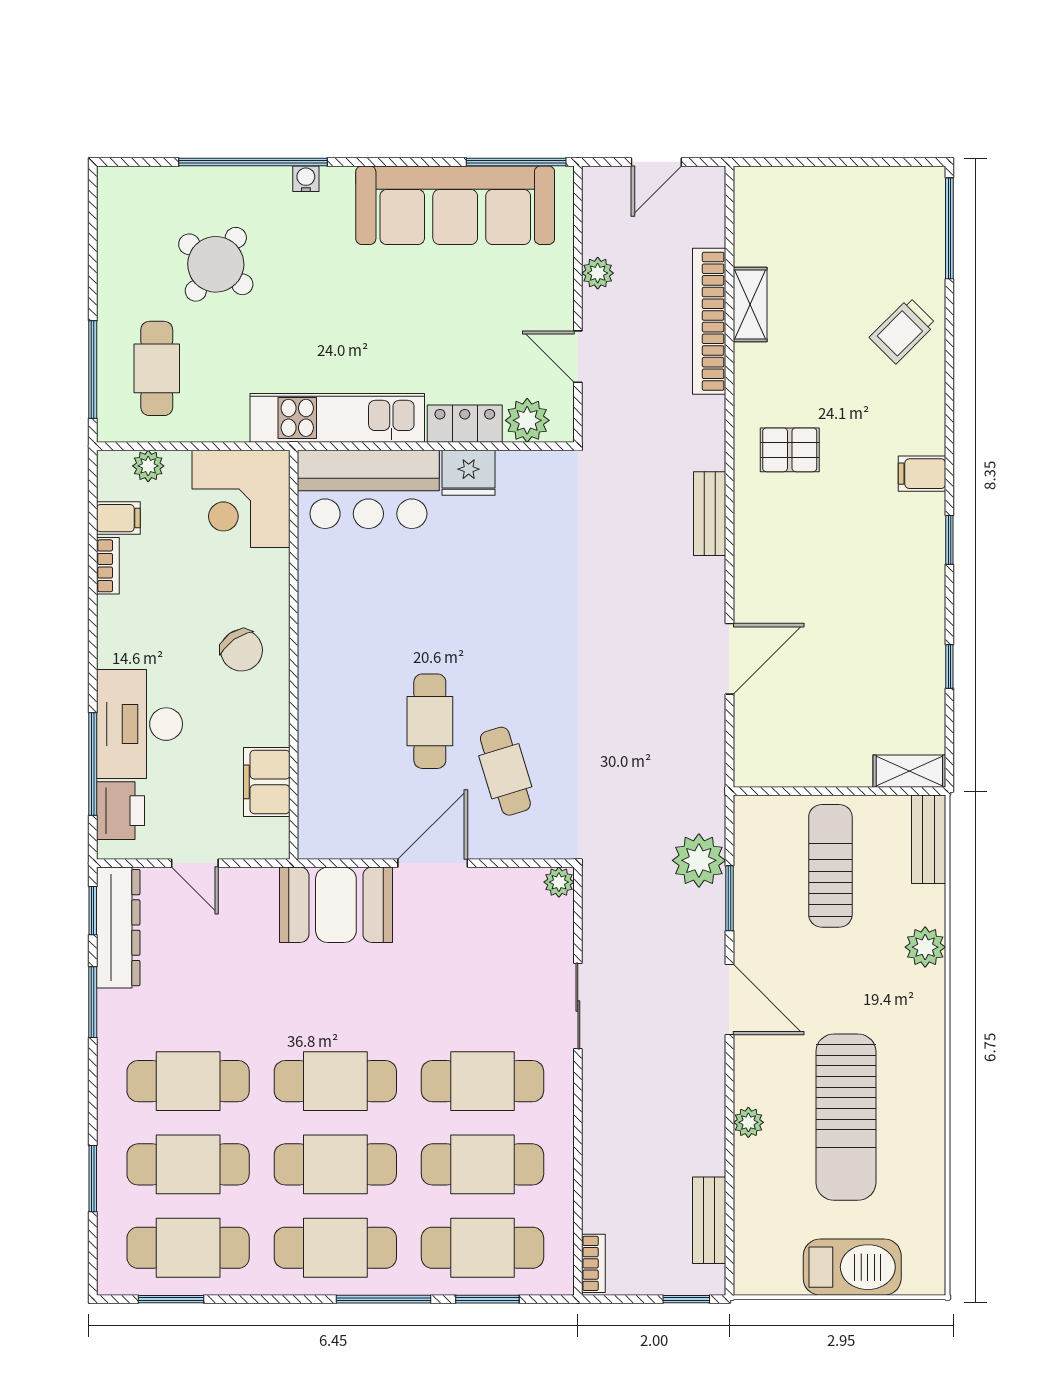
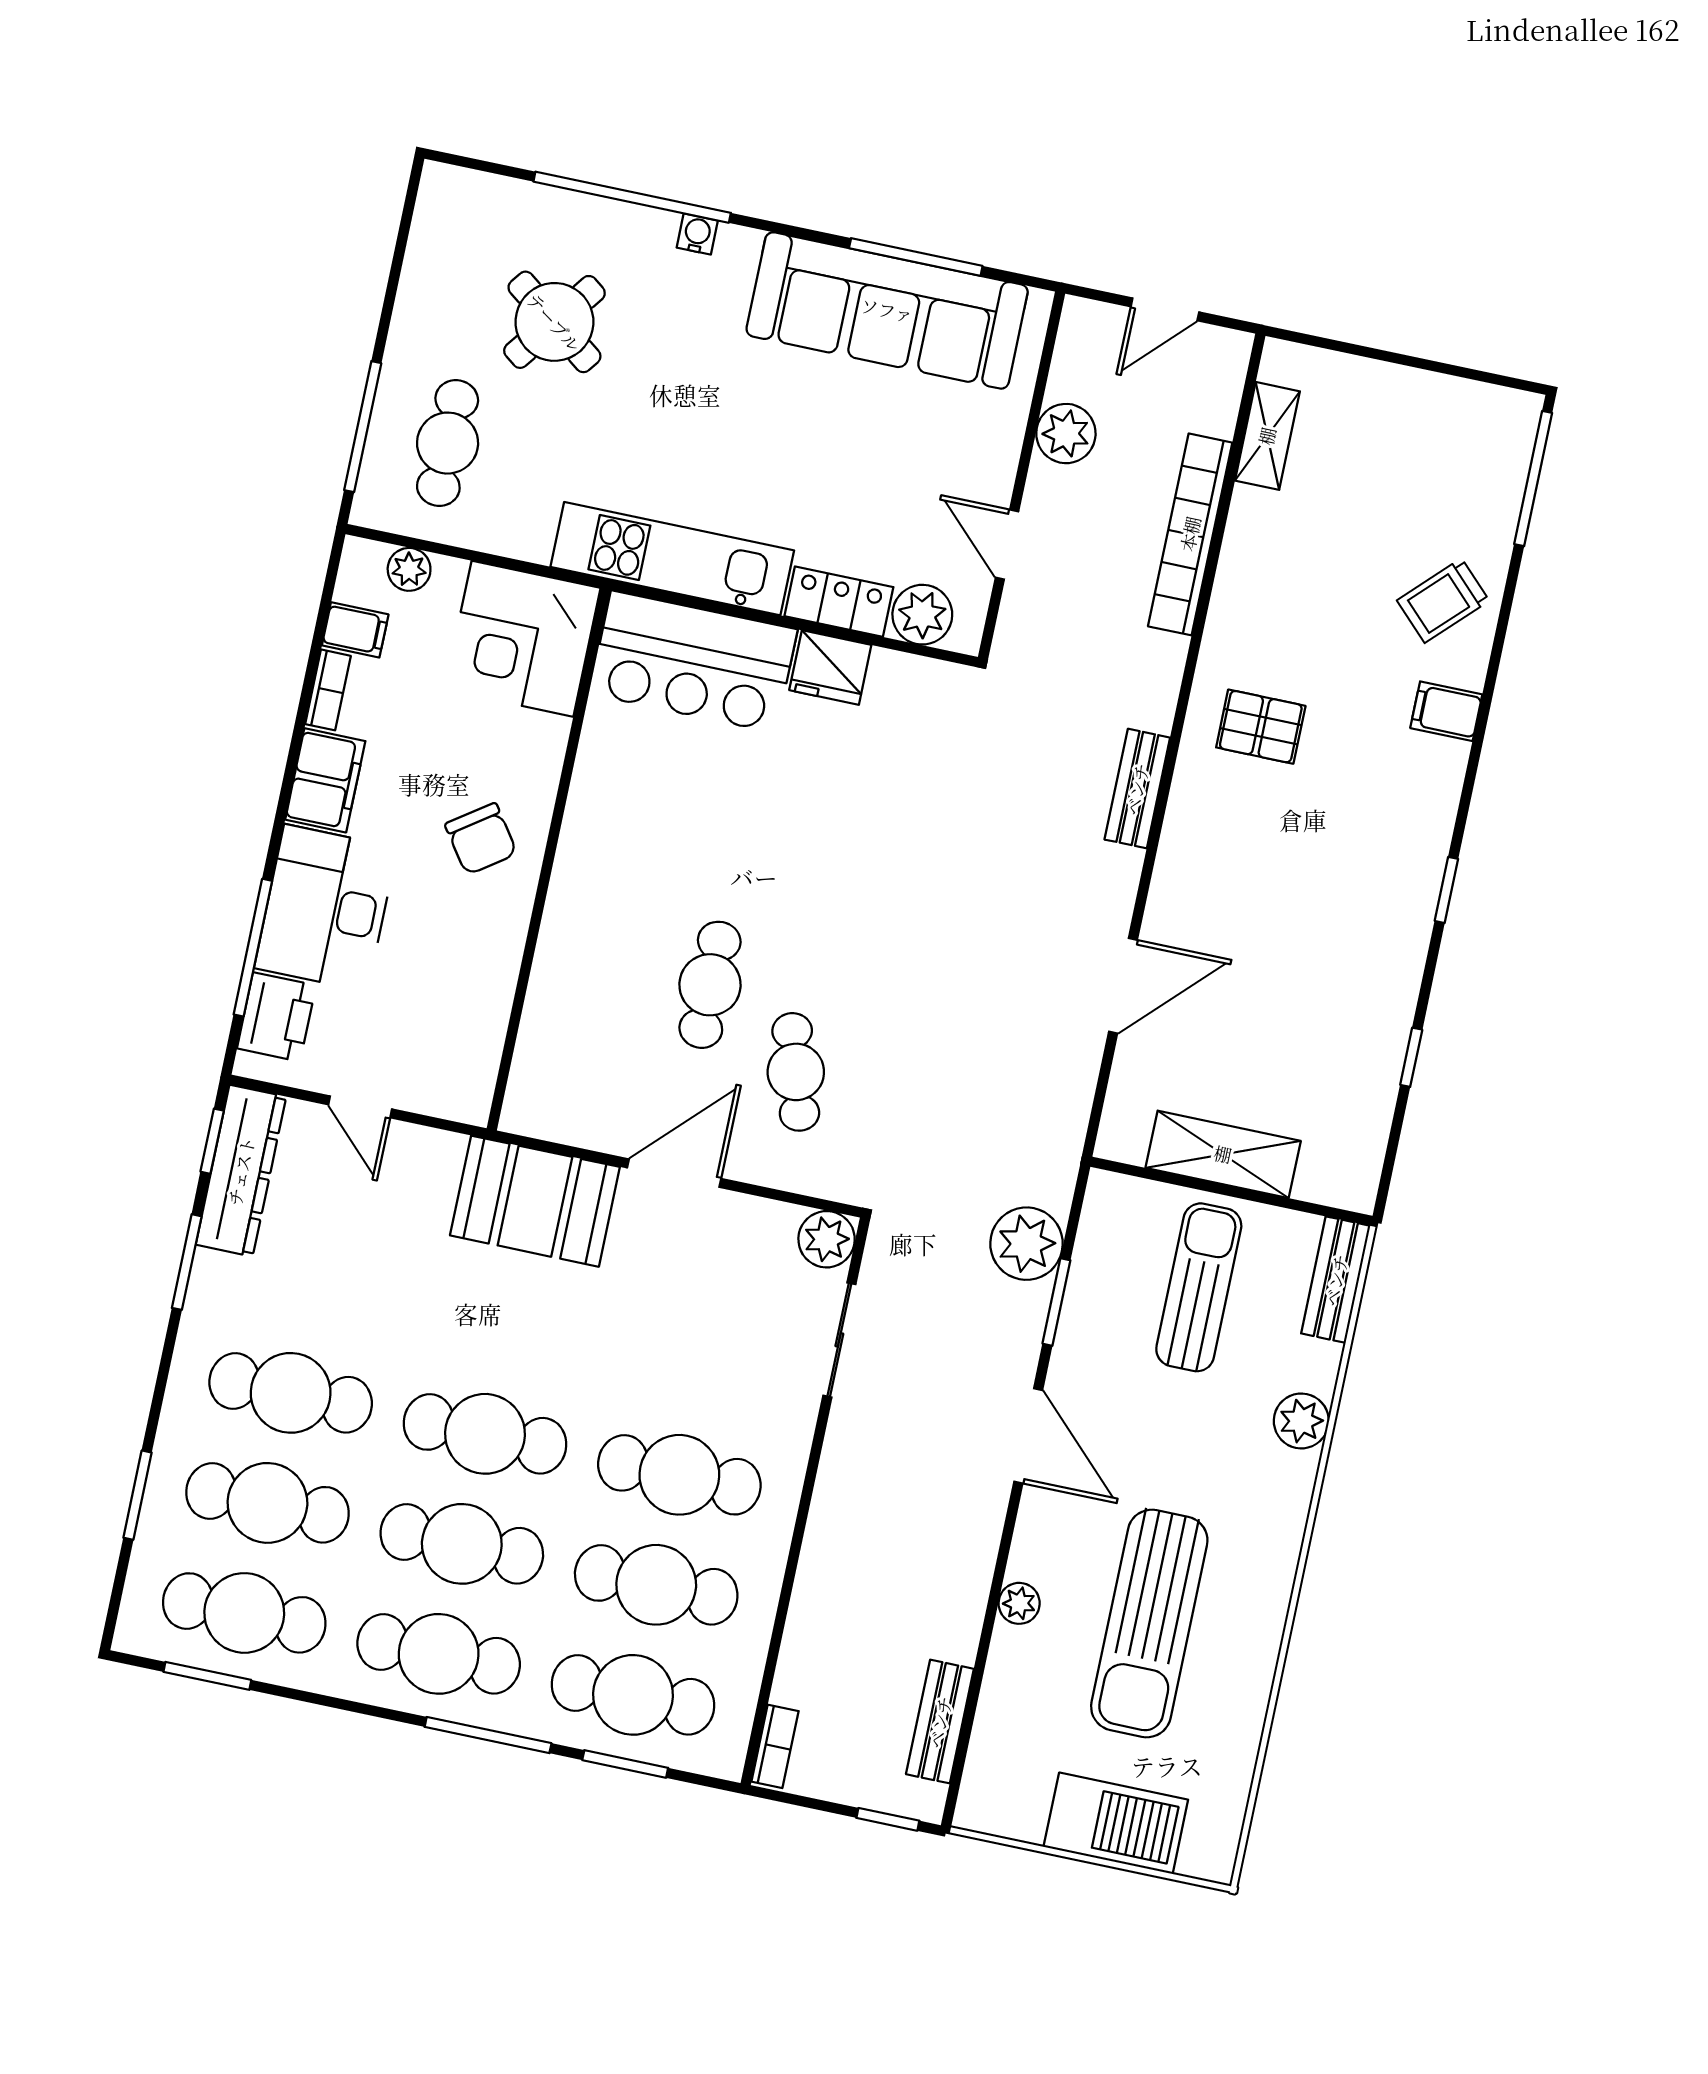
window: (516, 162) -> (916, 257), moved
plant: (598, 273) -> (1066, 434), width x1.38, depth x1.38
shelving: (750, 304) -> (1267, 436), moved
filing cabinet: (922, 474) -> (1446, 711), moved
shelving: (909, 771) -> (1223, 1154), moved, width x1.50, depth x1.33
filing cabinet: (267, 782) -> (325, 780), moved, turned 180
plant: (559, 882) -> (827, 1239), width x1.38, depth x1.38
sliding door: (578, 1006) -> (839, 1340), moved

